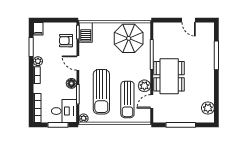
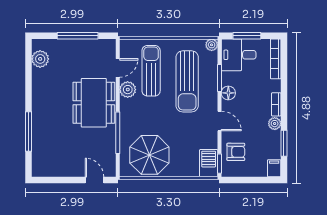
door: (189, 20) -> (94, 180), moved
sun lounger: (101, 92) -> (187, 81), turned 180

